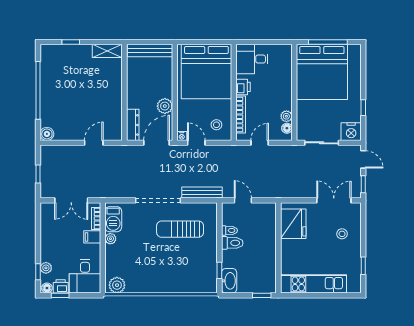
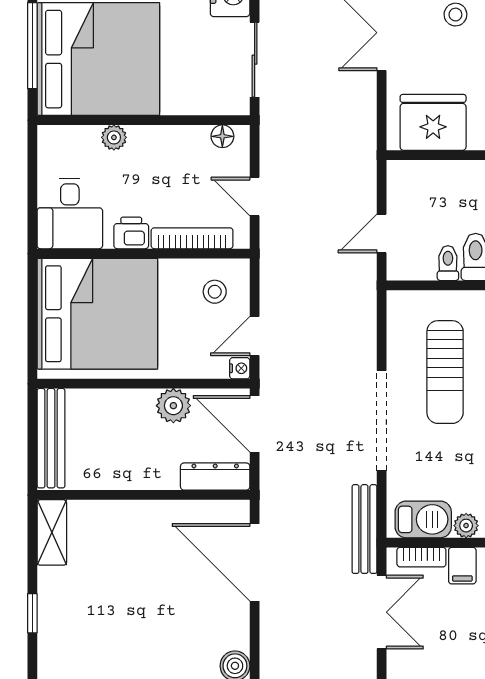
plant: (286, 116) -> (114, 137), moved
door: (94, 143) -> (255, 562), width x1.87
bench: (202, 193) -> (364, 529), moved

